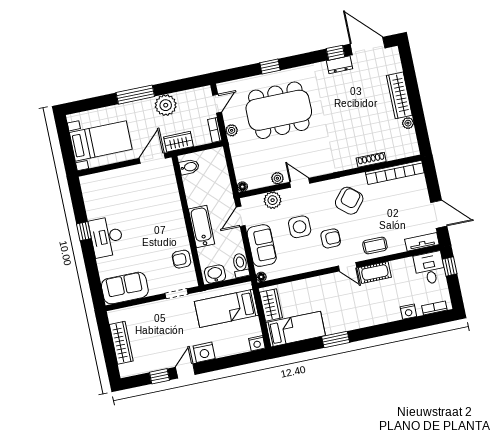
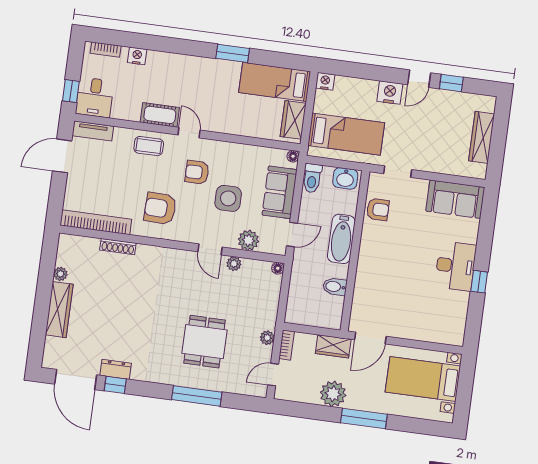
window: (270, 66) -> (197, 396), width x2.17
dining table: (279, 110) -> (204, 342), width x0.53, depth x0.80
bidet: (189, 167) -> (335, 287), moved
armchair: (349, 201) -> (160, 208), turned 52
door: (439, 214) -> (62, 156), hinge flipped

